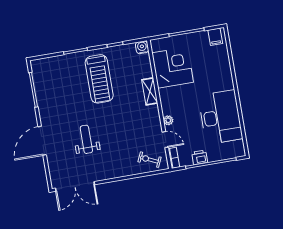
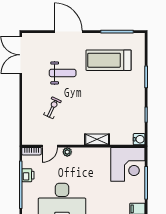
corner desk: (173, 67) -> (128, 164), moved
treadmill: (99, 79) -> (109, 60), moved
exercise bike: (149, 160) -> (53, 108), moved

